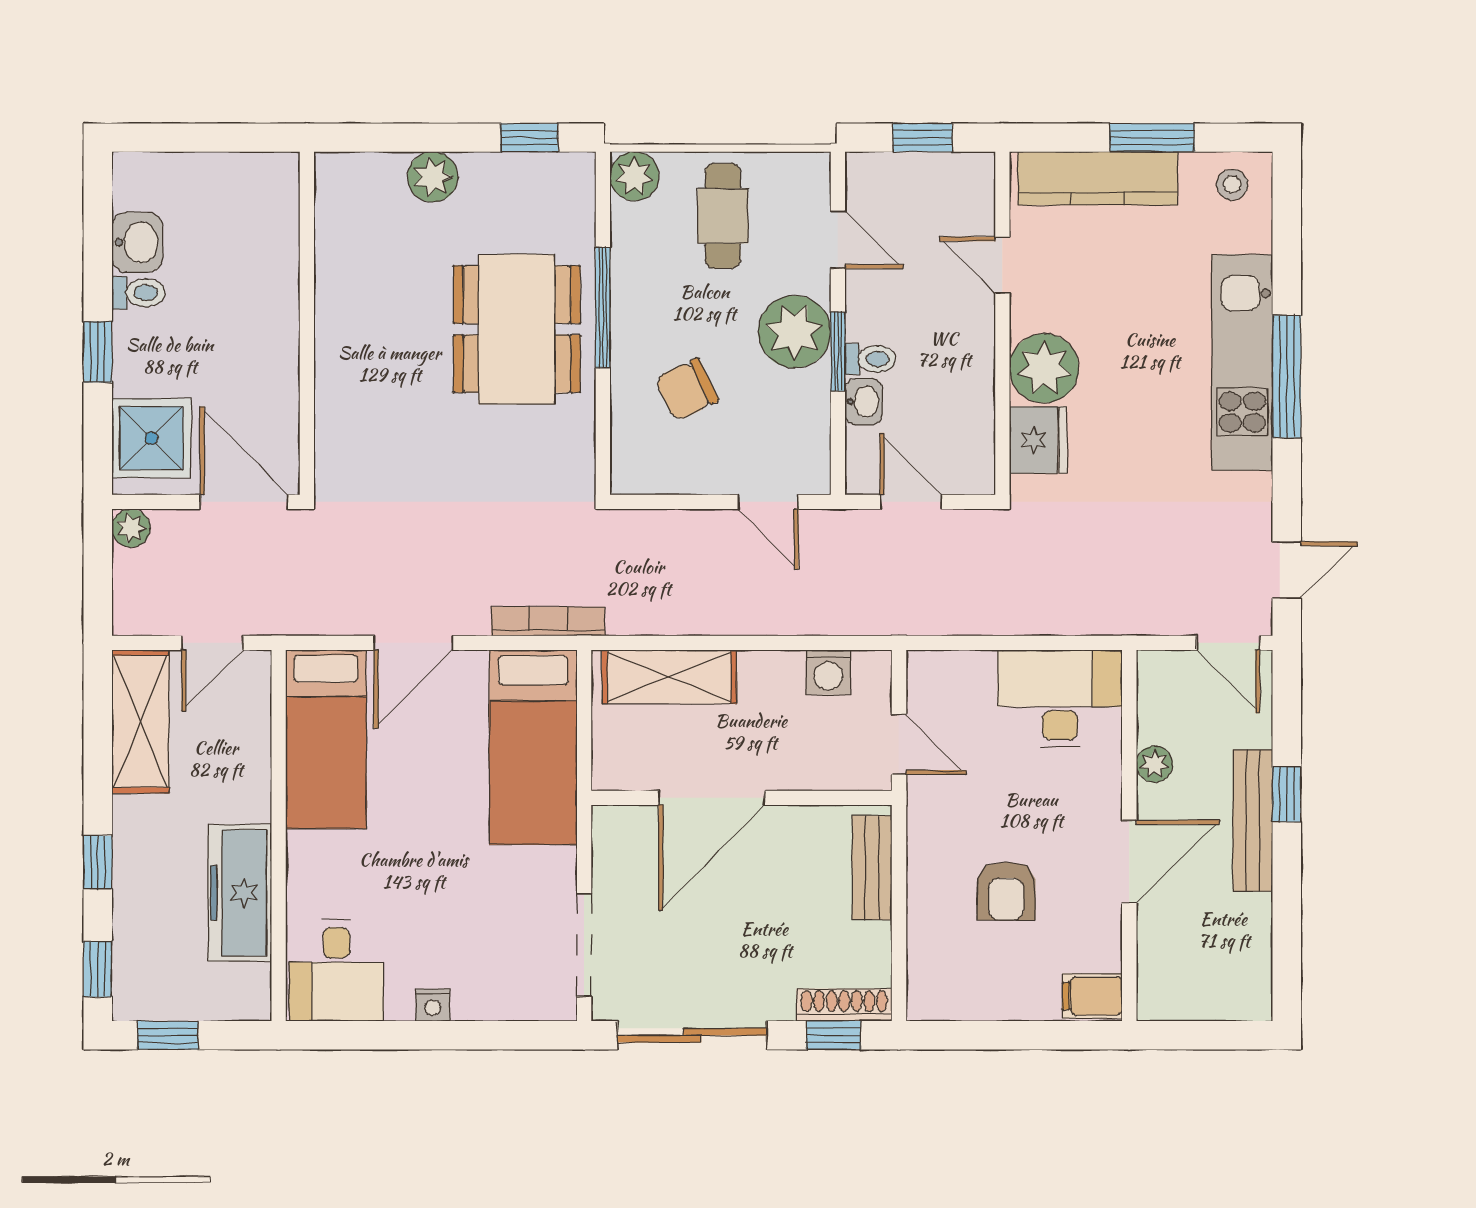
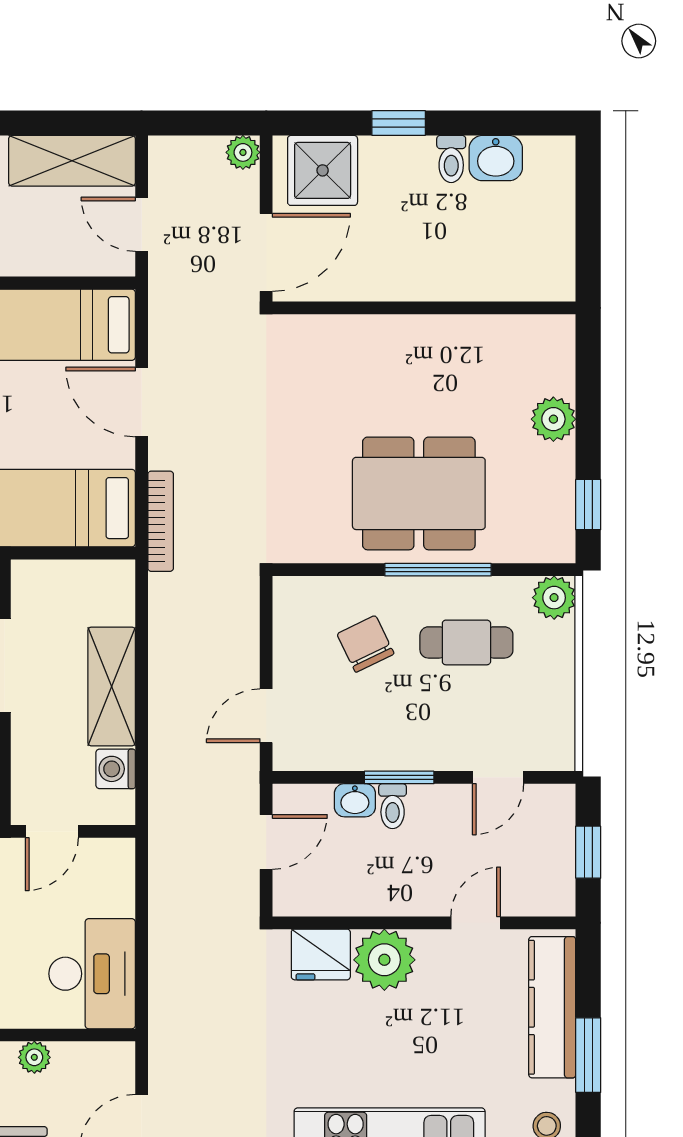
cafe table: (723, 216) -> (466, 642), moved
plant: (794, 332) -> (417, 739), removed
shelving: (669, 677) -> (112, 686), moved

